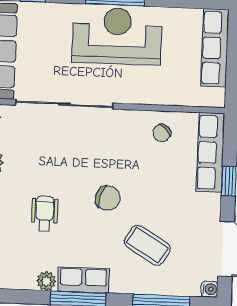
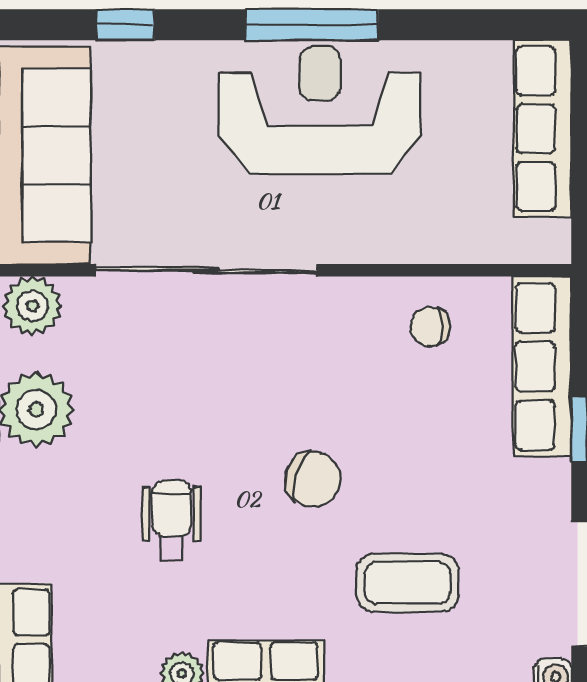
chair: (162, 133) -> (430, 327), turned 46
coffee table: (147, 245) -> (408, 583), turned -31

